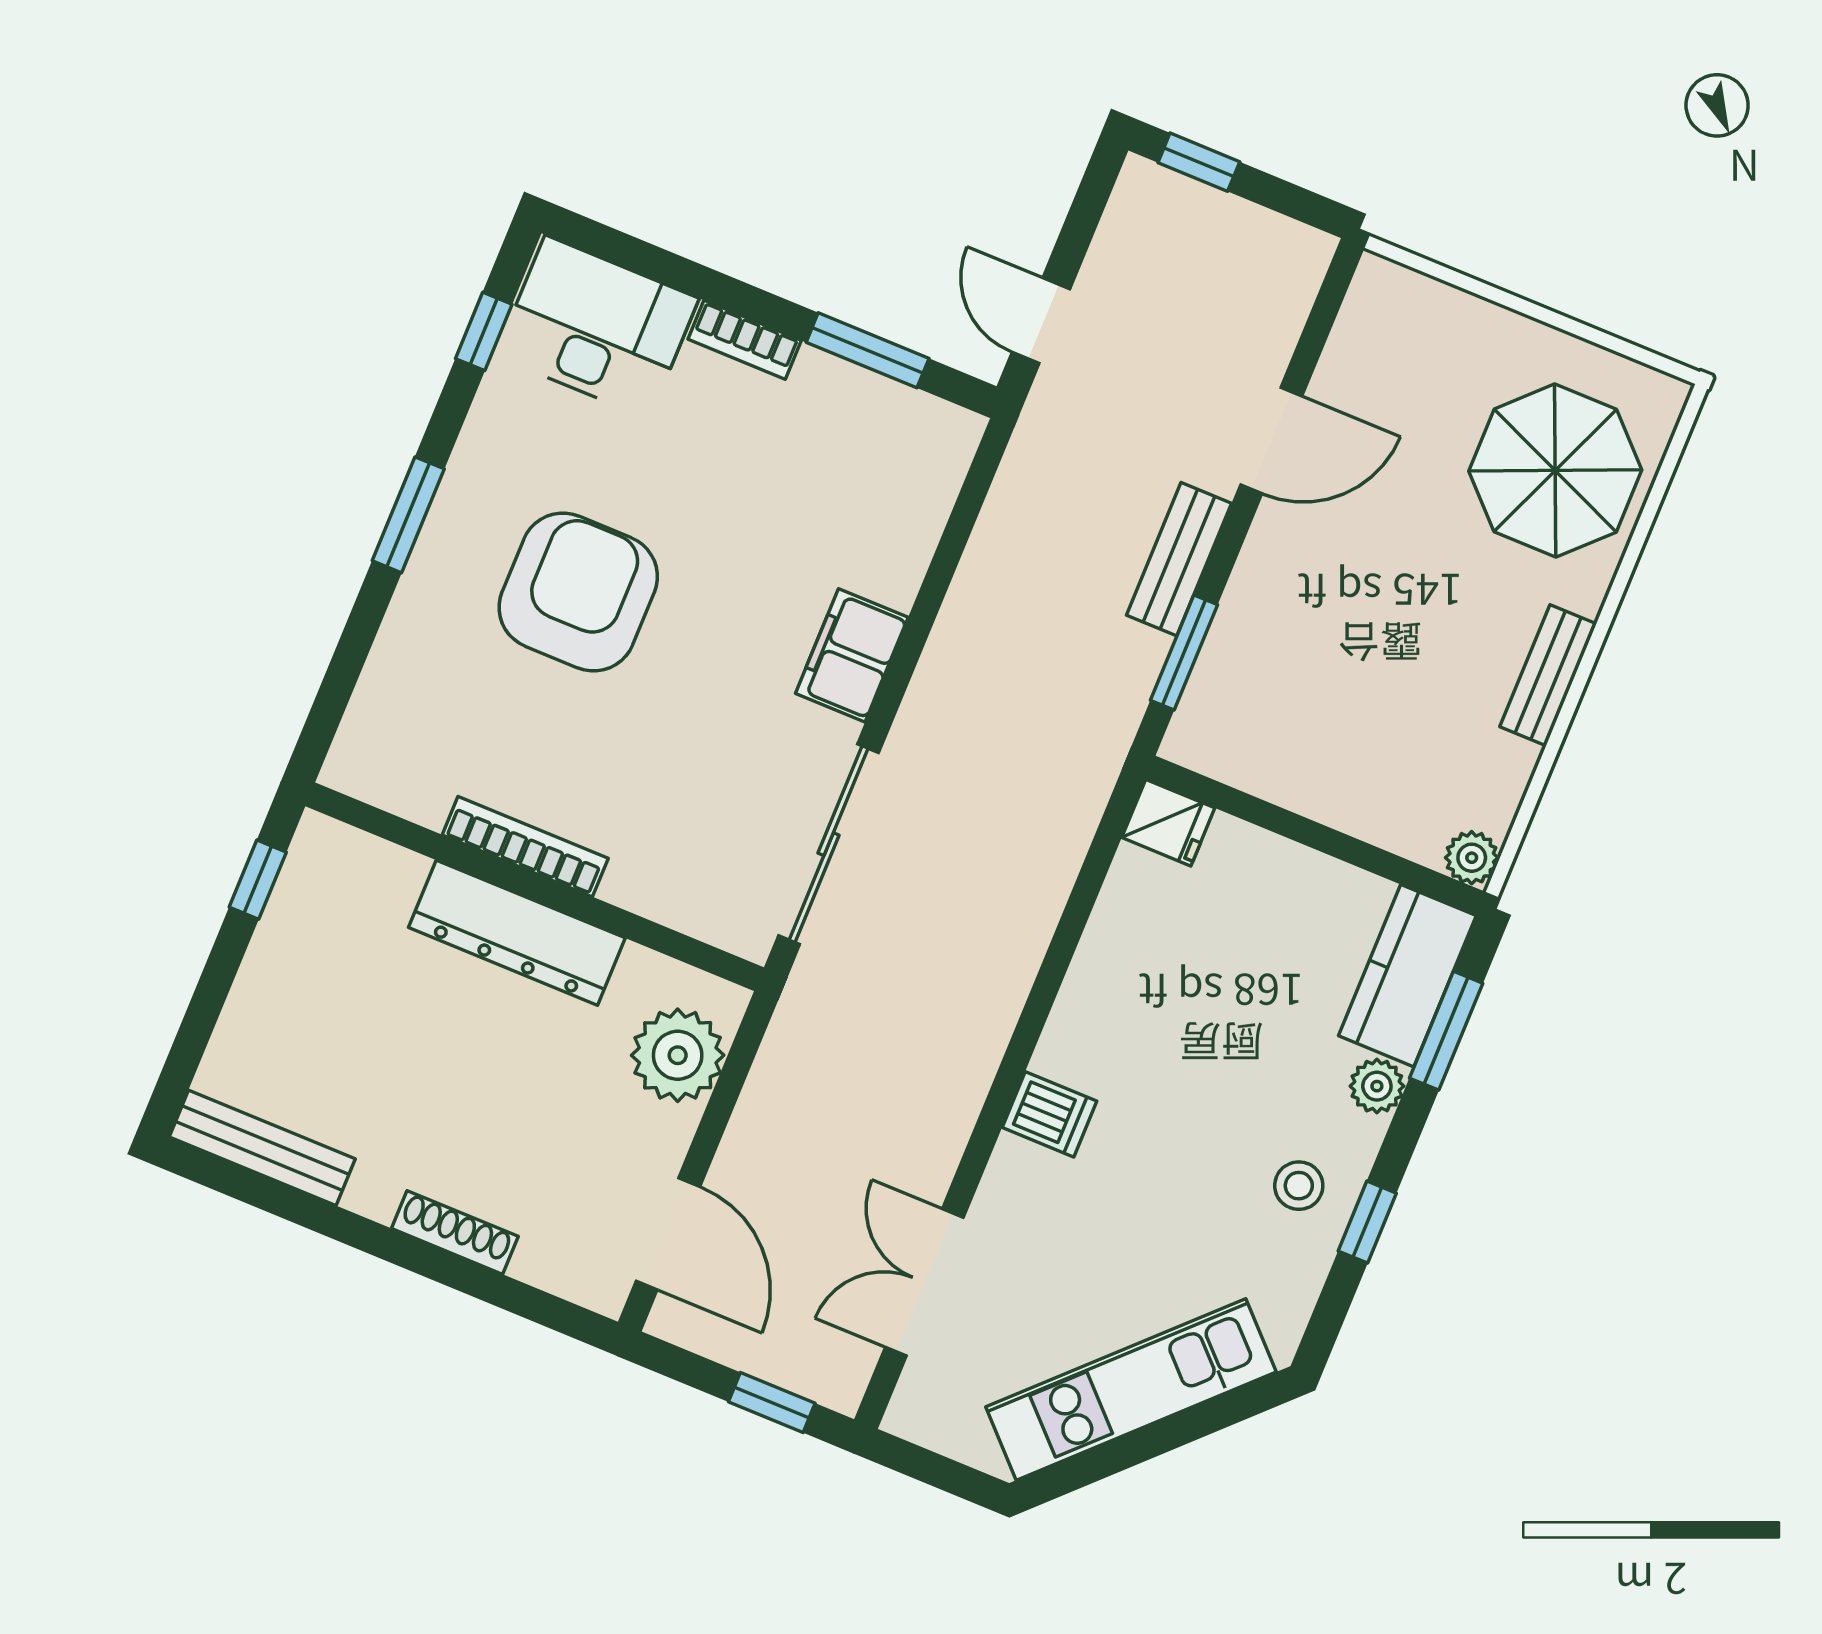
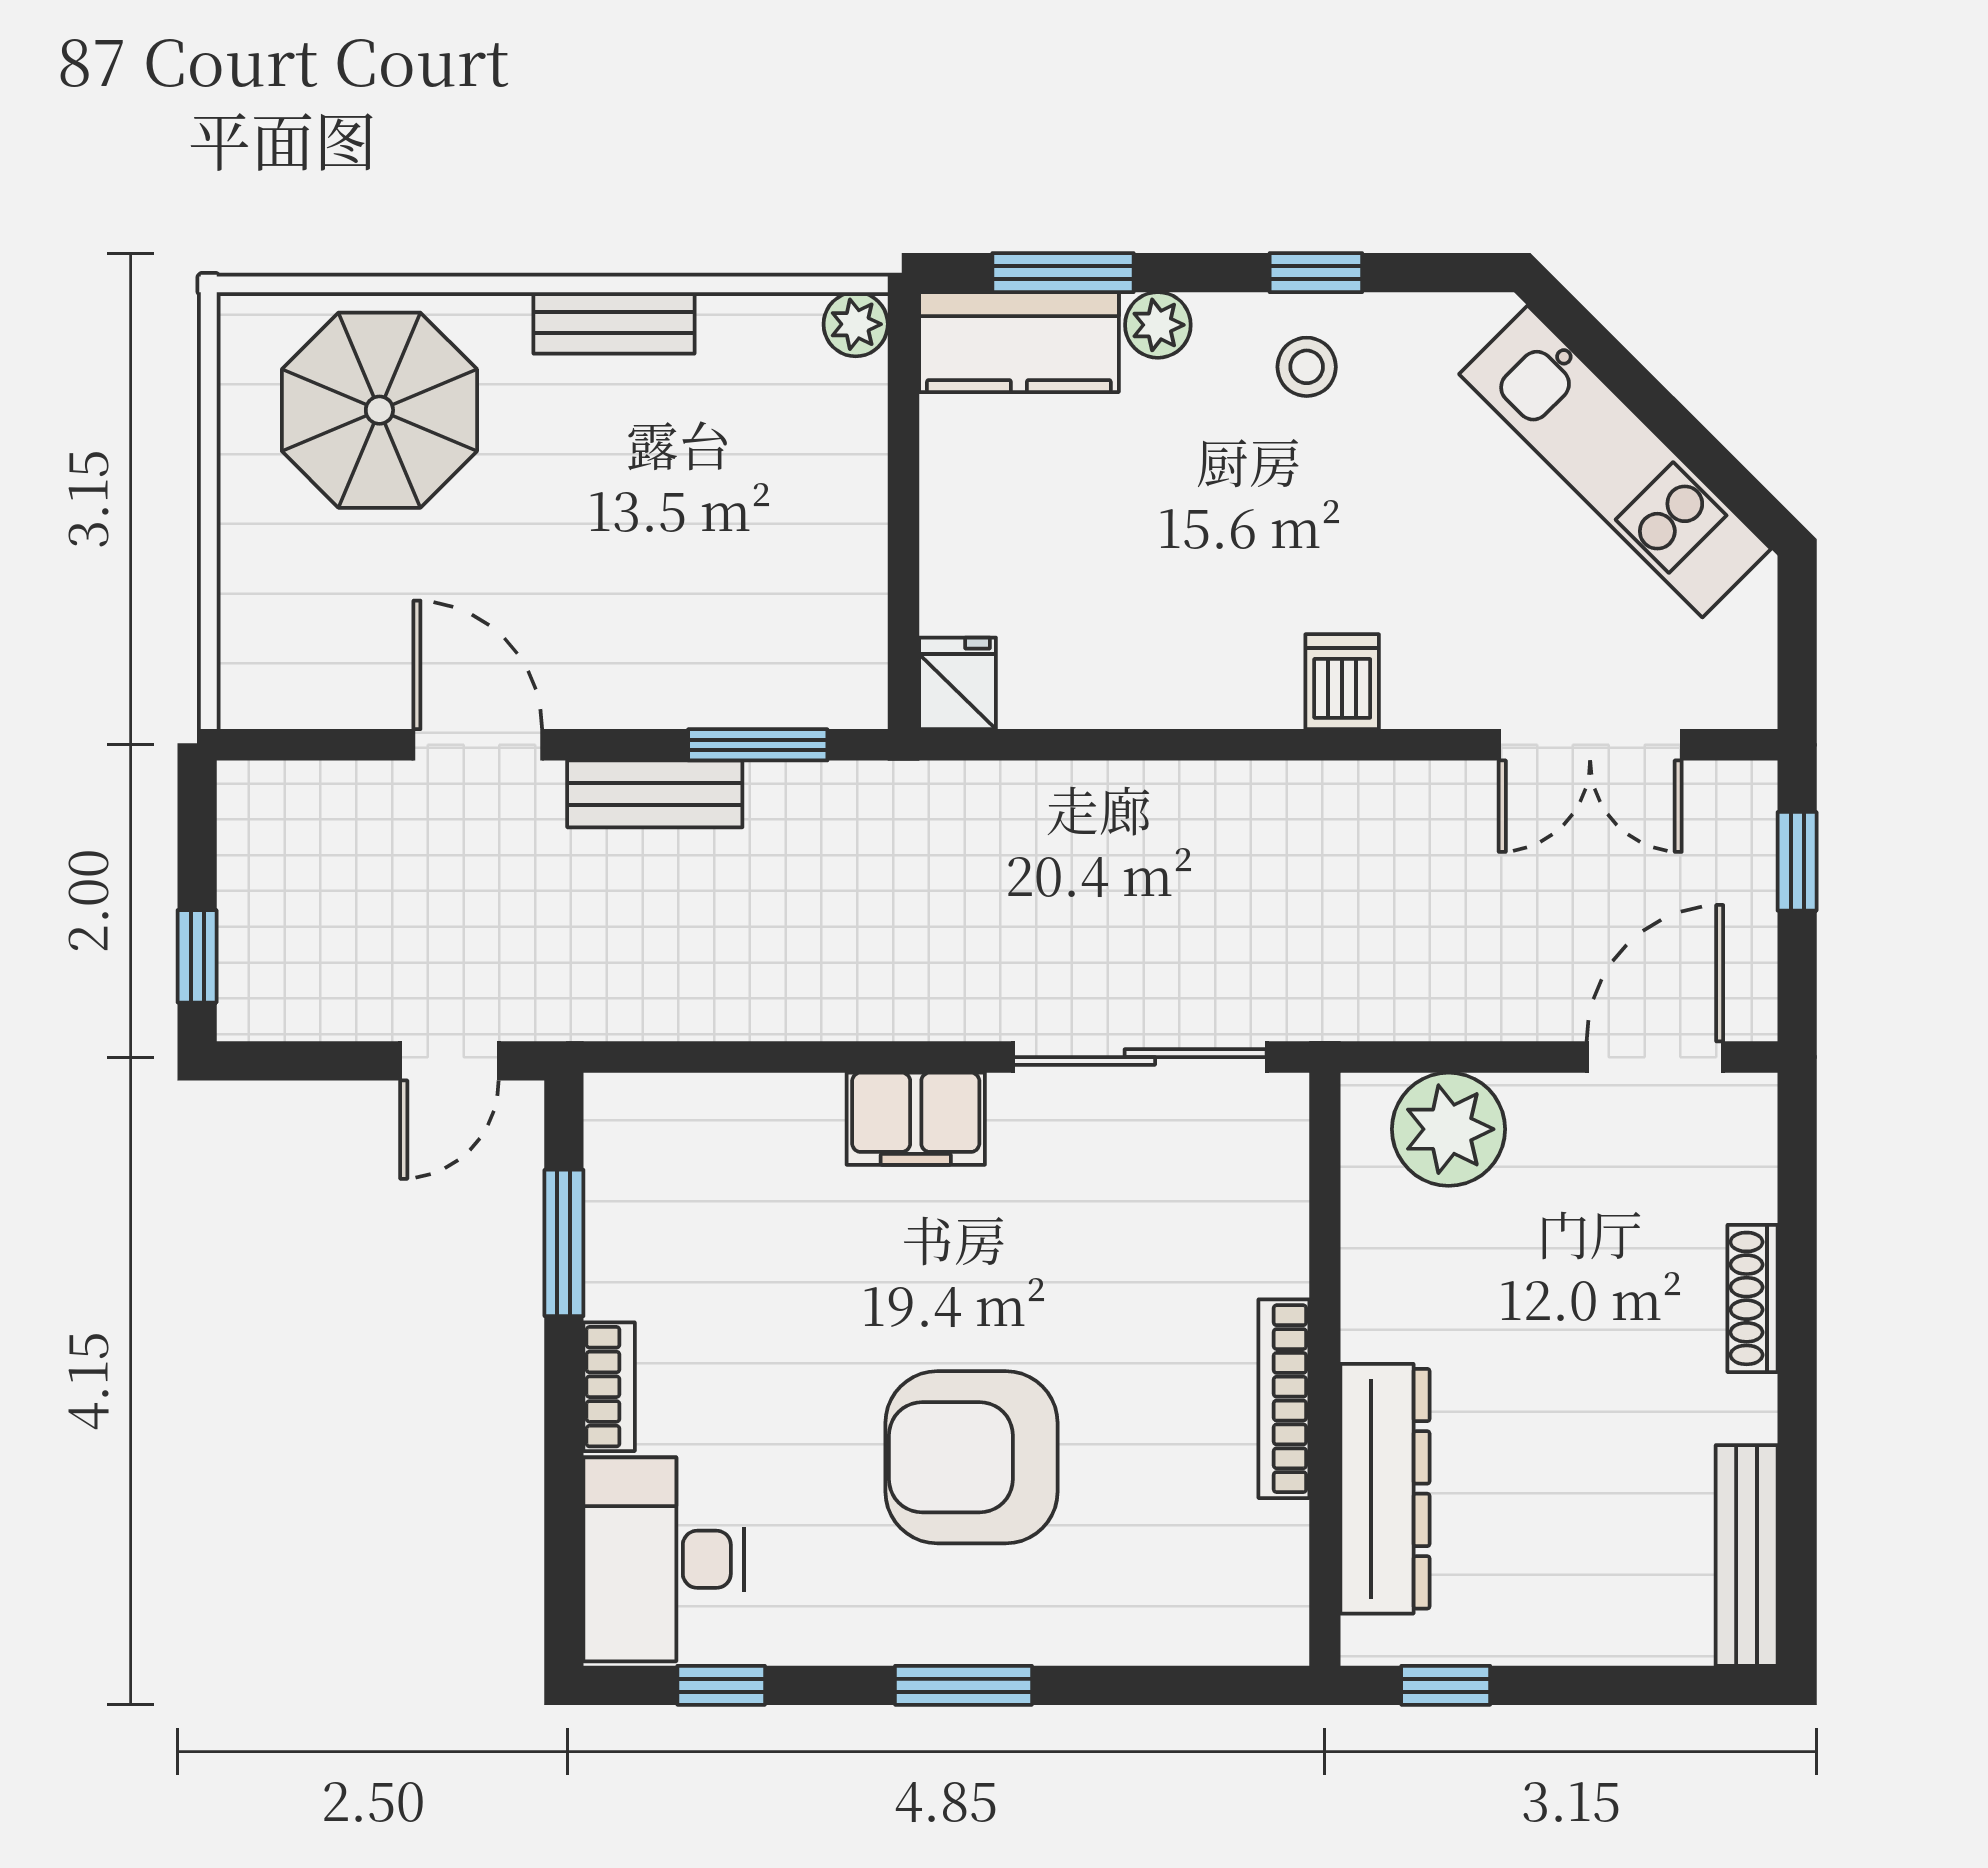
dresser: (517, 933) -> (1385, 1489), moved

